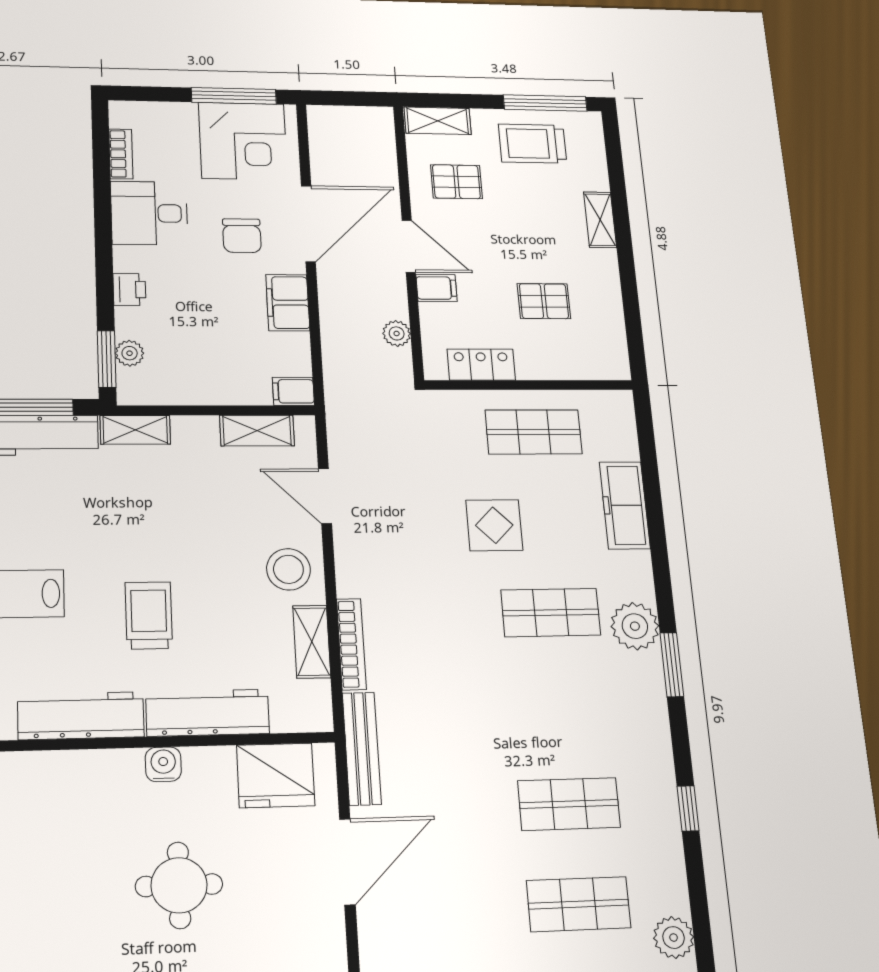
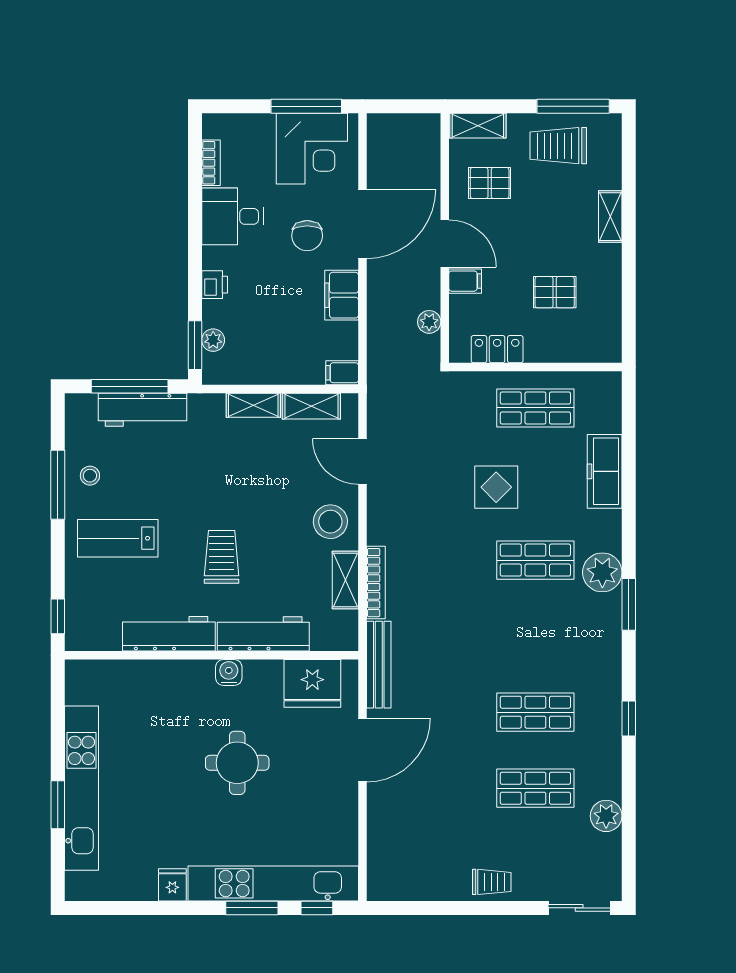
shelving: (135, 430) -> (253, 405), moved

